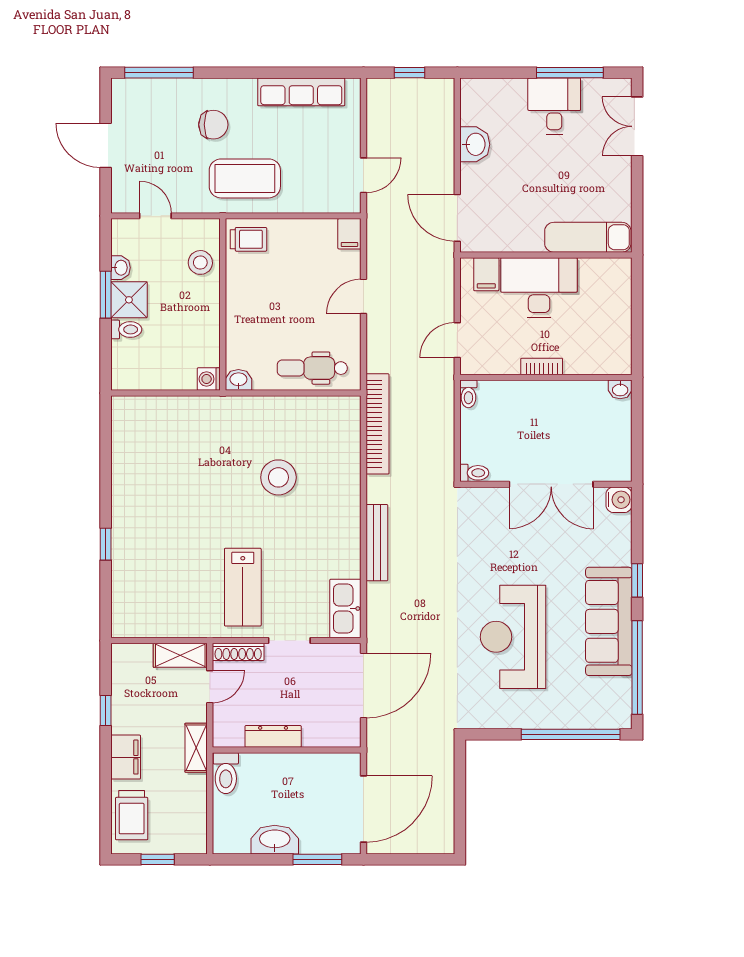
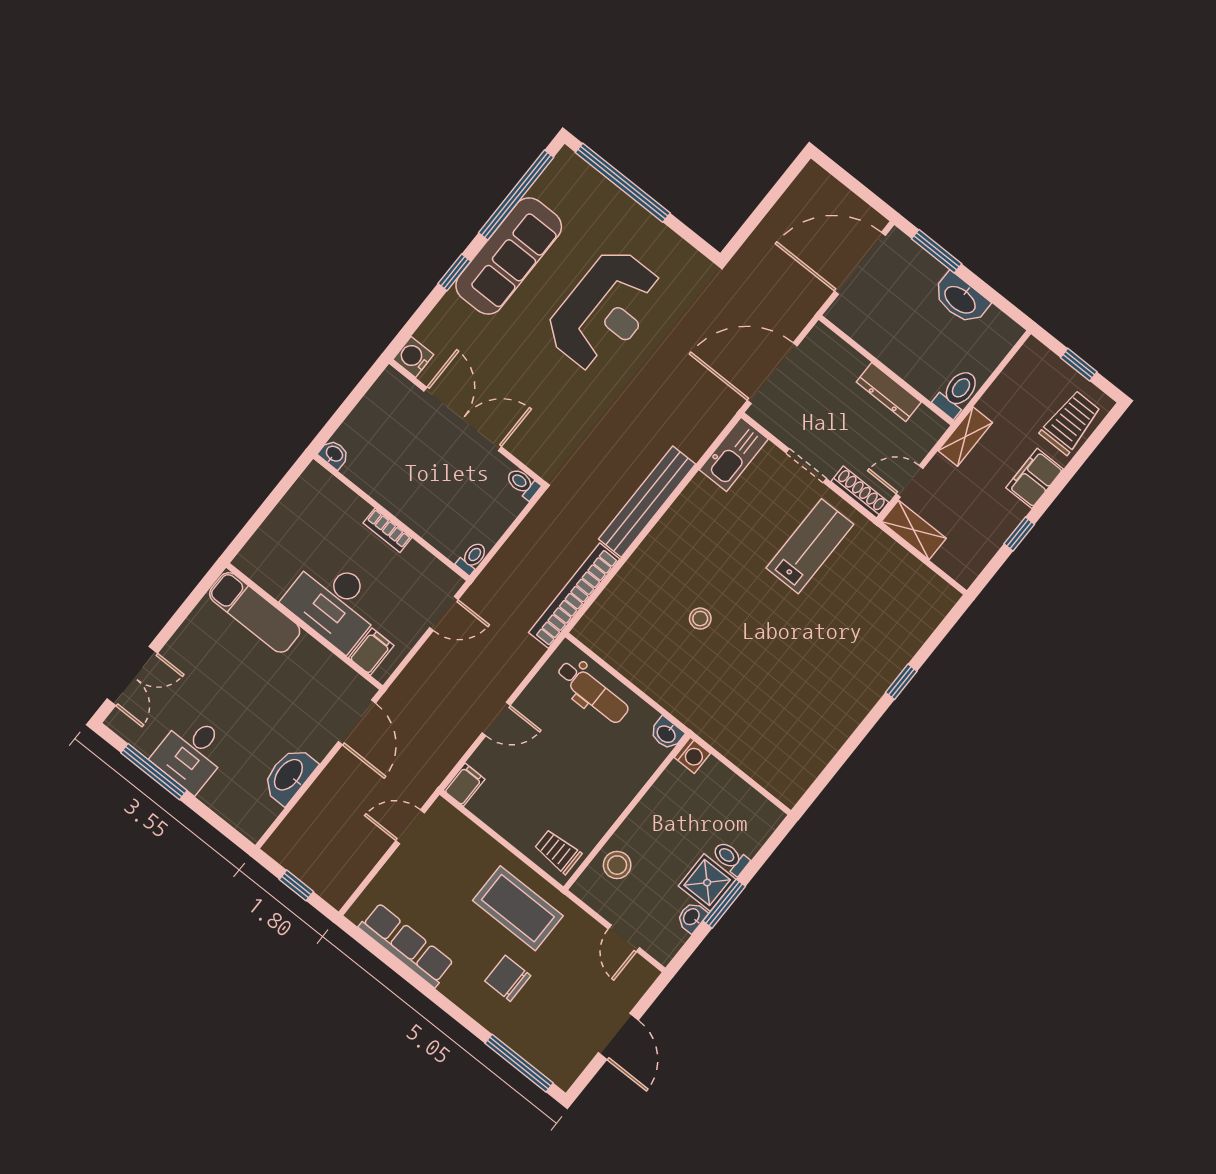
washbasin: (475, 144) -> (289, 775), width x1.38
stool: (278, 477) -> (700, 619), width x0.53, depth x0.53
bench: (377, 543) -> (647, 502), width x1.37, depth x1.21

